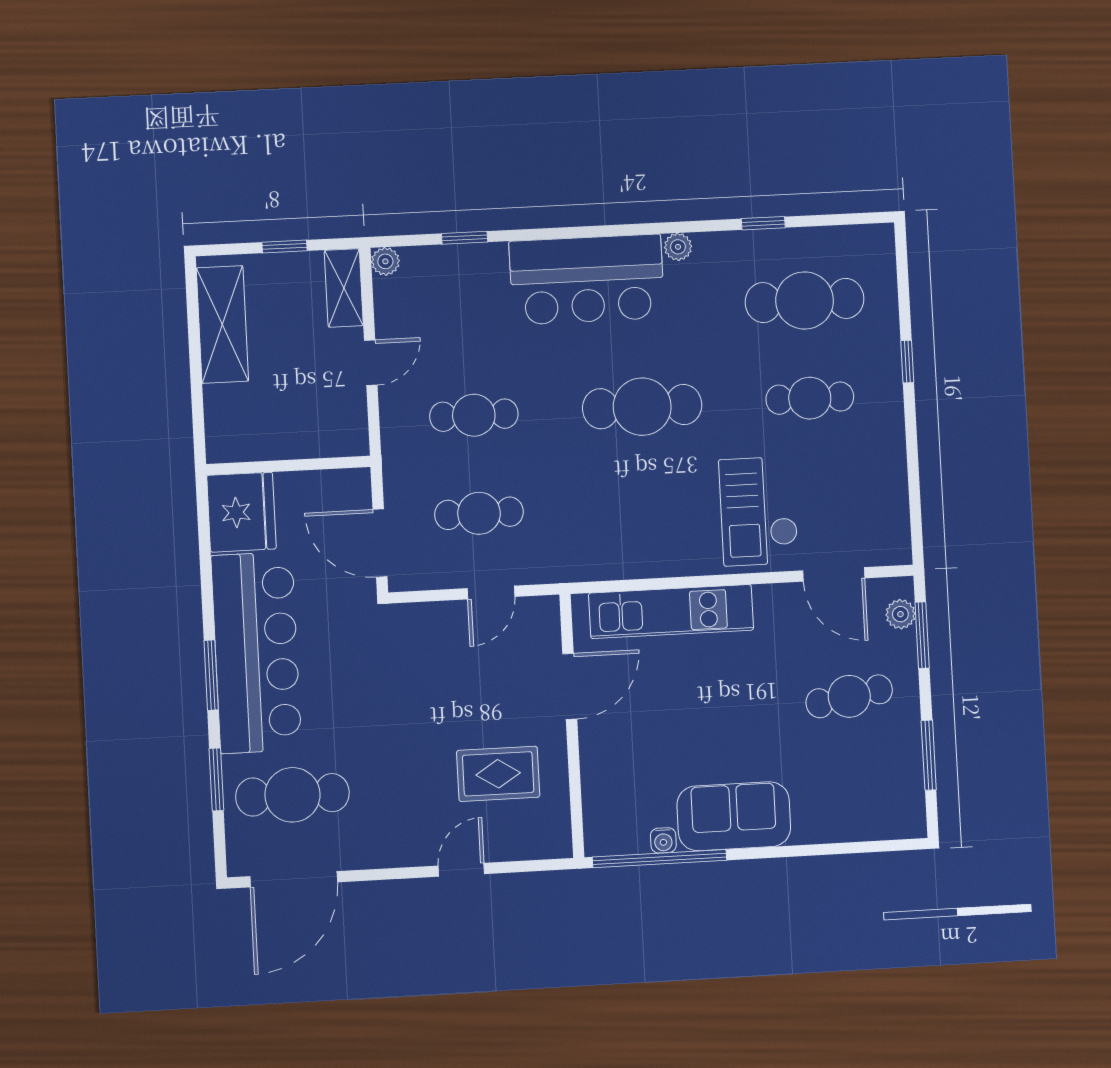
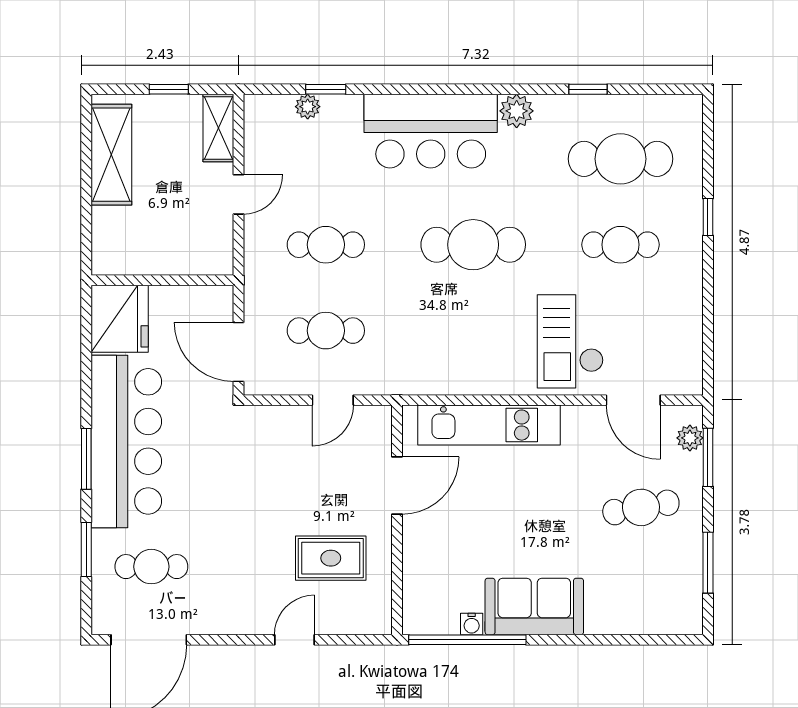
plant: (678, 247) -> (517, 111), width x1.38, depth x1.38
plant: (385, 261) -> (308, 107), moved
cafe table: (292, 795) -> (151, 567), width x0.73, depth x0.74

